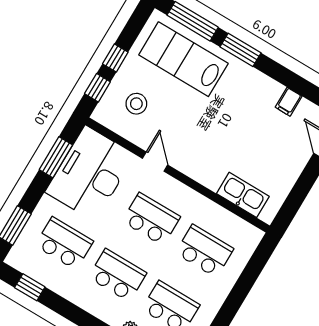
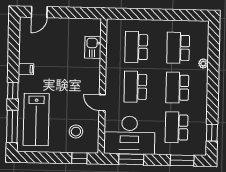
window: (241, 50) -> (13, 91), width x0.67
window: (115, 58) -> (57, 158), removed
filing cabinet: (289, 102) -> (26, 69), moved
door: (155, 162) -> (102, 103), hinge flipped
kitchen sink: (243, 195) -> (93, 47), width x0.73

